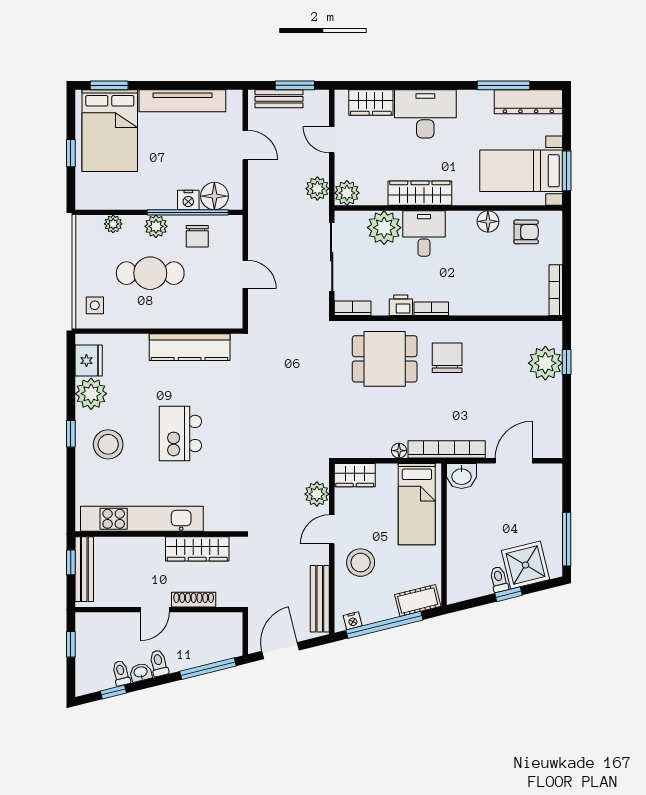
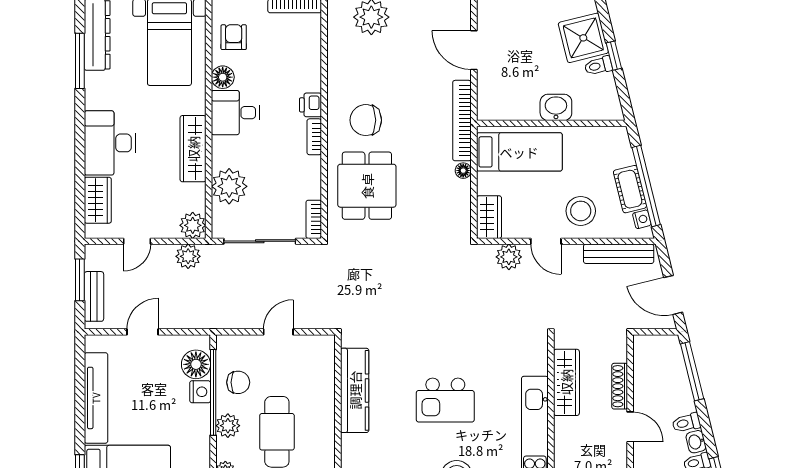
desk: (424, 233) -> (235, 113), moved
printer: (401, 305) -> (311, 105), moved
washbasin: (462, 476) -> (556, 107), moved, turned -90
cot: (418, 600) -> (630, 189), moved

